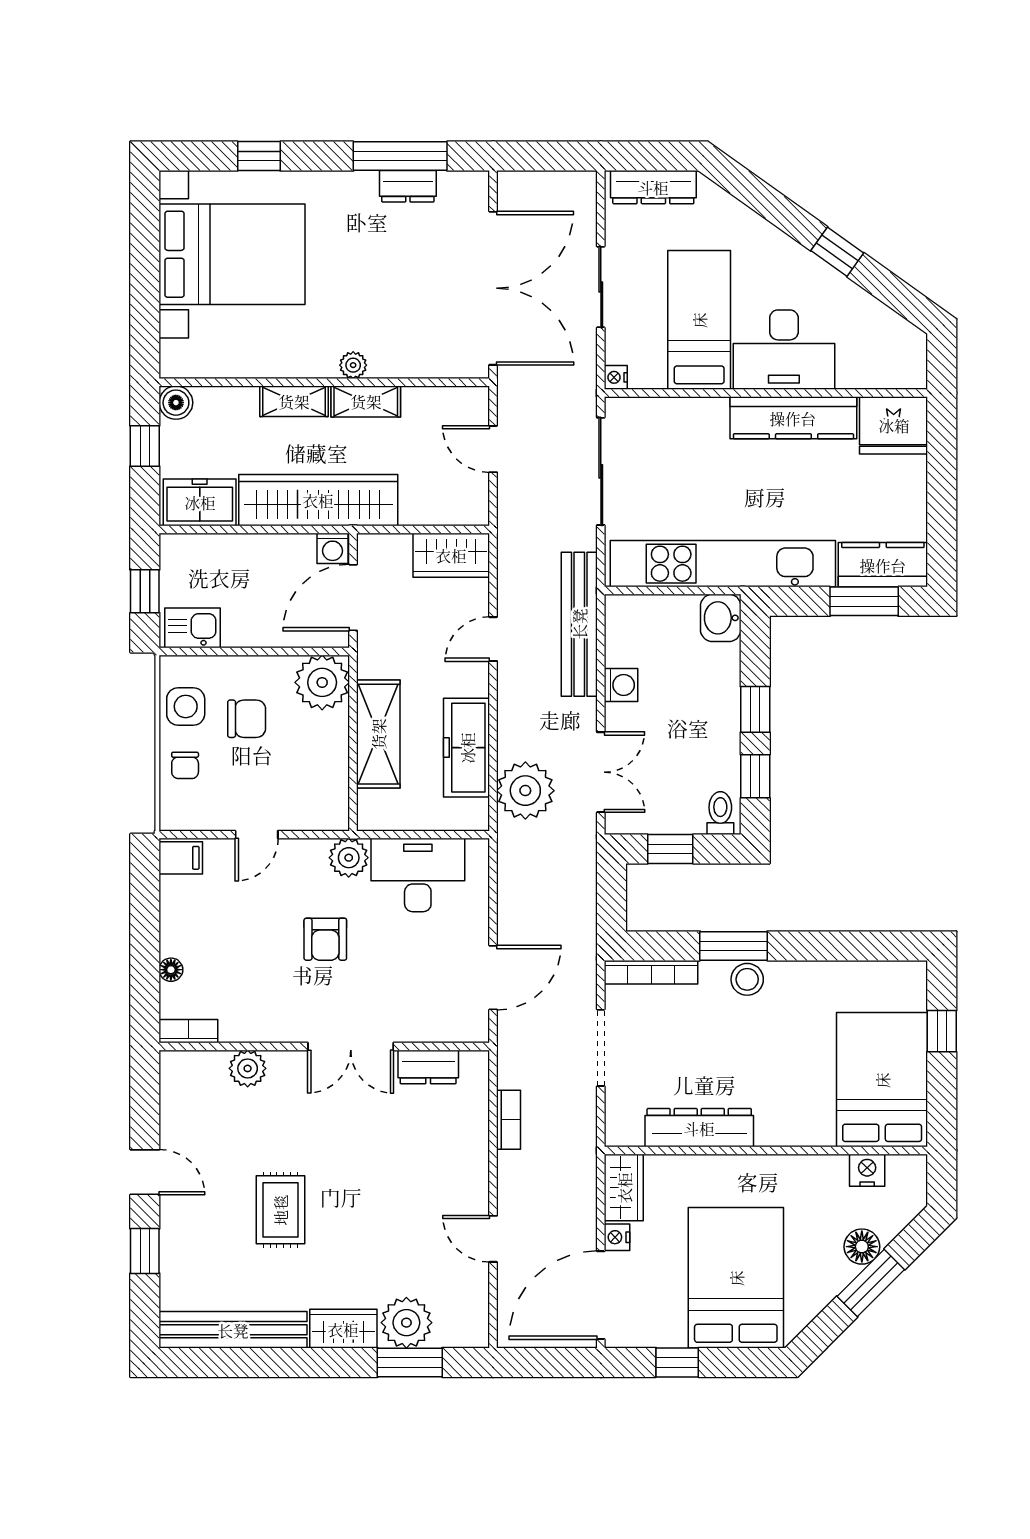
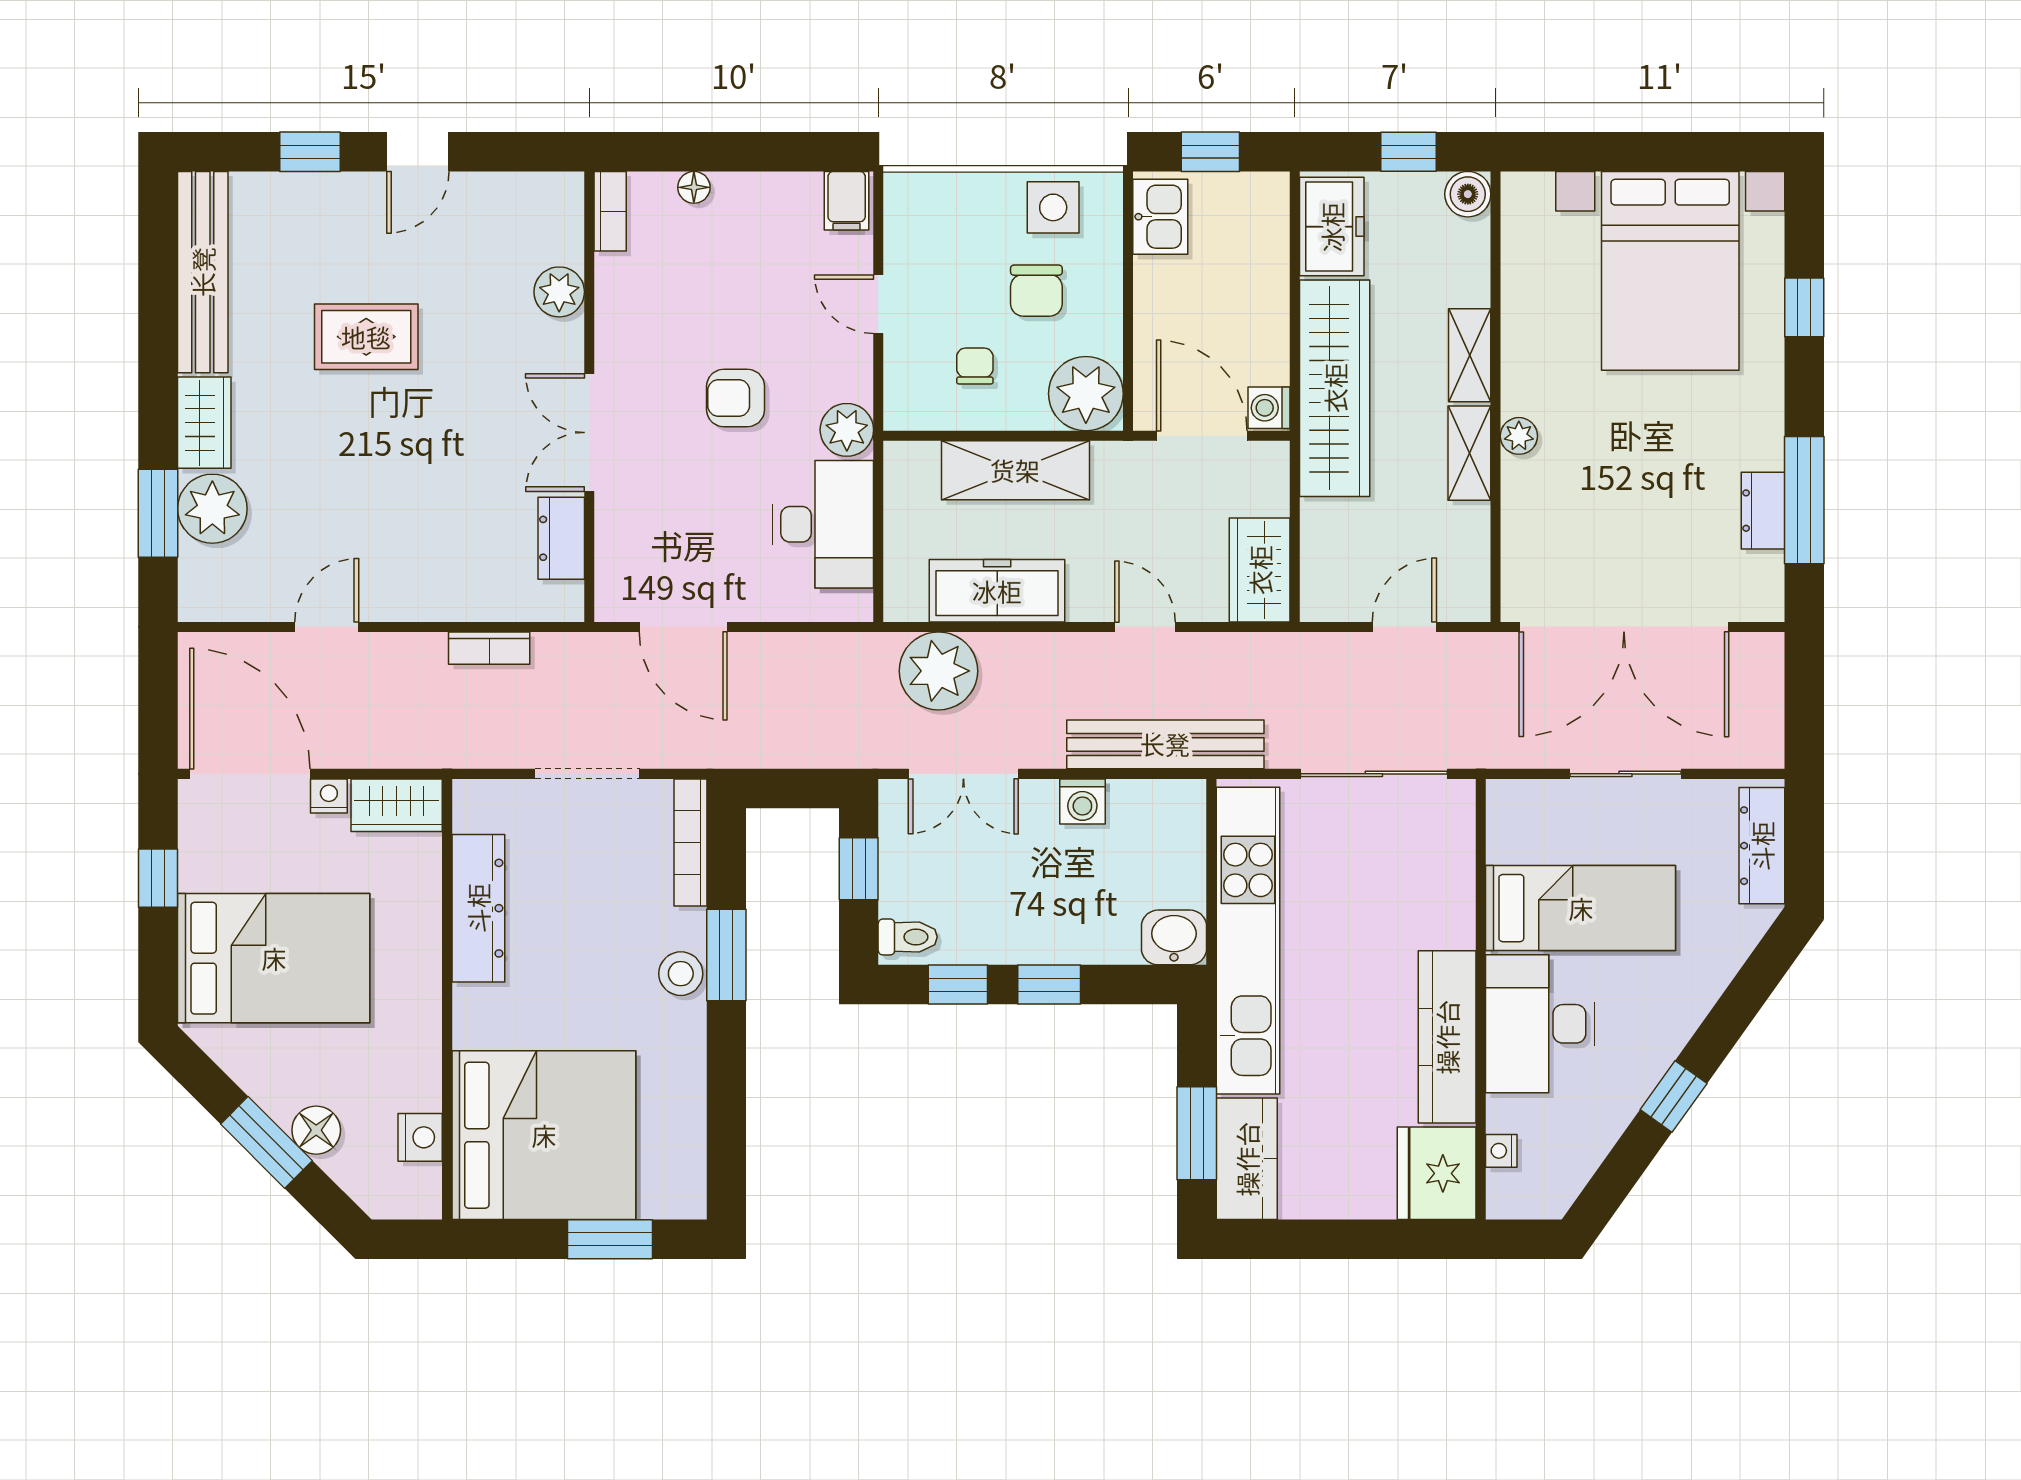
nightstand: (616, 377) -> (1501, 1151), moved, turned -90
chair: (185, 765) -> (975, 366), moved, turned 90
window: (942, 1031) -> (610, 1239), width x1.50
bed: (882, 1080) -> (544, 1135), width x1.36

